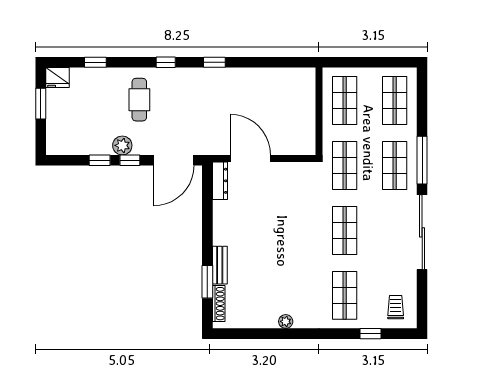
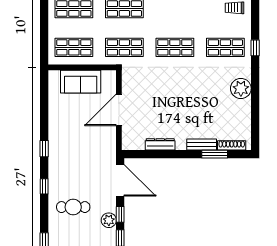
sofa: (301, 109) -> (81, 82), added
door: (250, 158) -> (119, 110), moved
dresser: (220, 181) -> (160, 144), moved
plant: (286, 321) -> (241, 88), width x1.87, depth x1.87
window: (370, 334) -> (255, 48), moved

